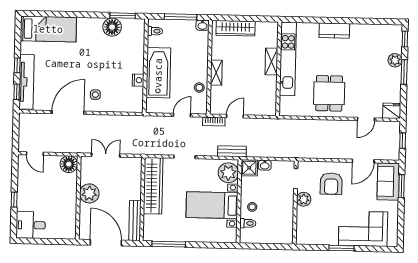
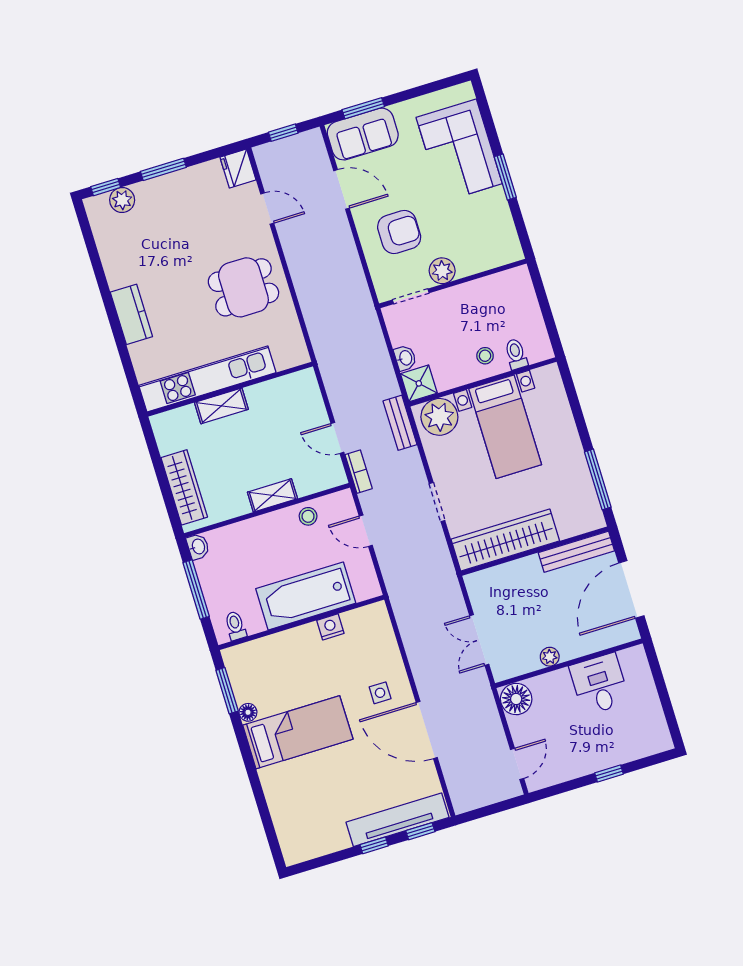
floor lamp: (112, 27) -> (248, 712), width x0.53, depth x0.53
bed: (48, 29) -> (298, 732), moved, turned 90
plant: (395, 60) -> (122, 200), moved
plant: (89, 193) -> (550, 657), width x0.53, depth x0.53
desk: (31, 225) -> (599, 684), moved, turned 180

